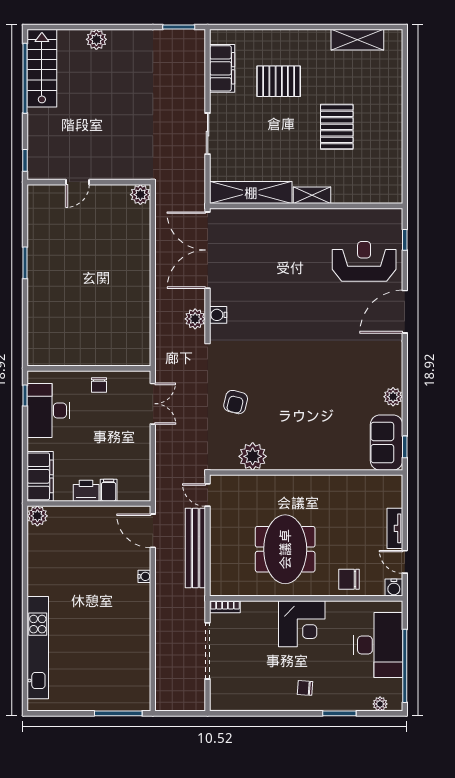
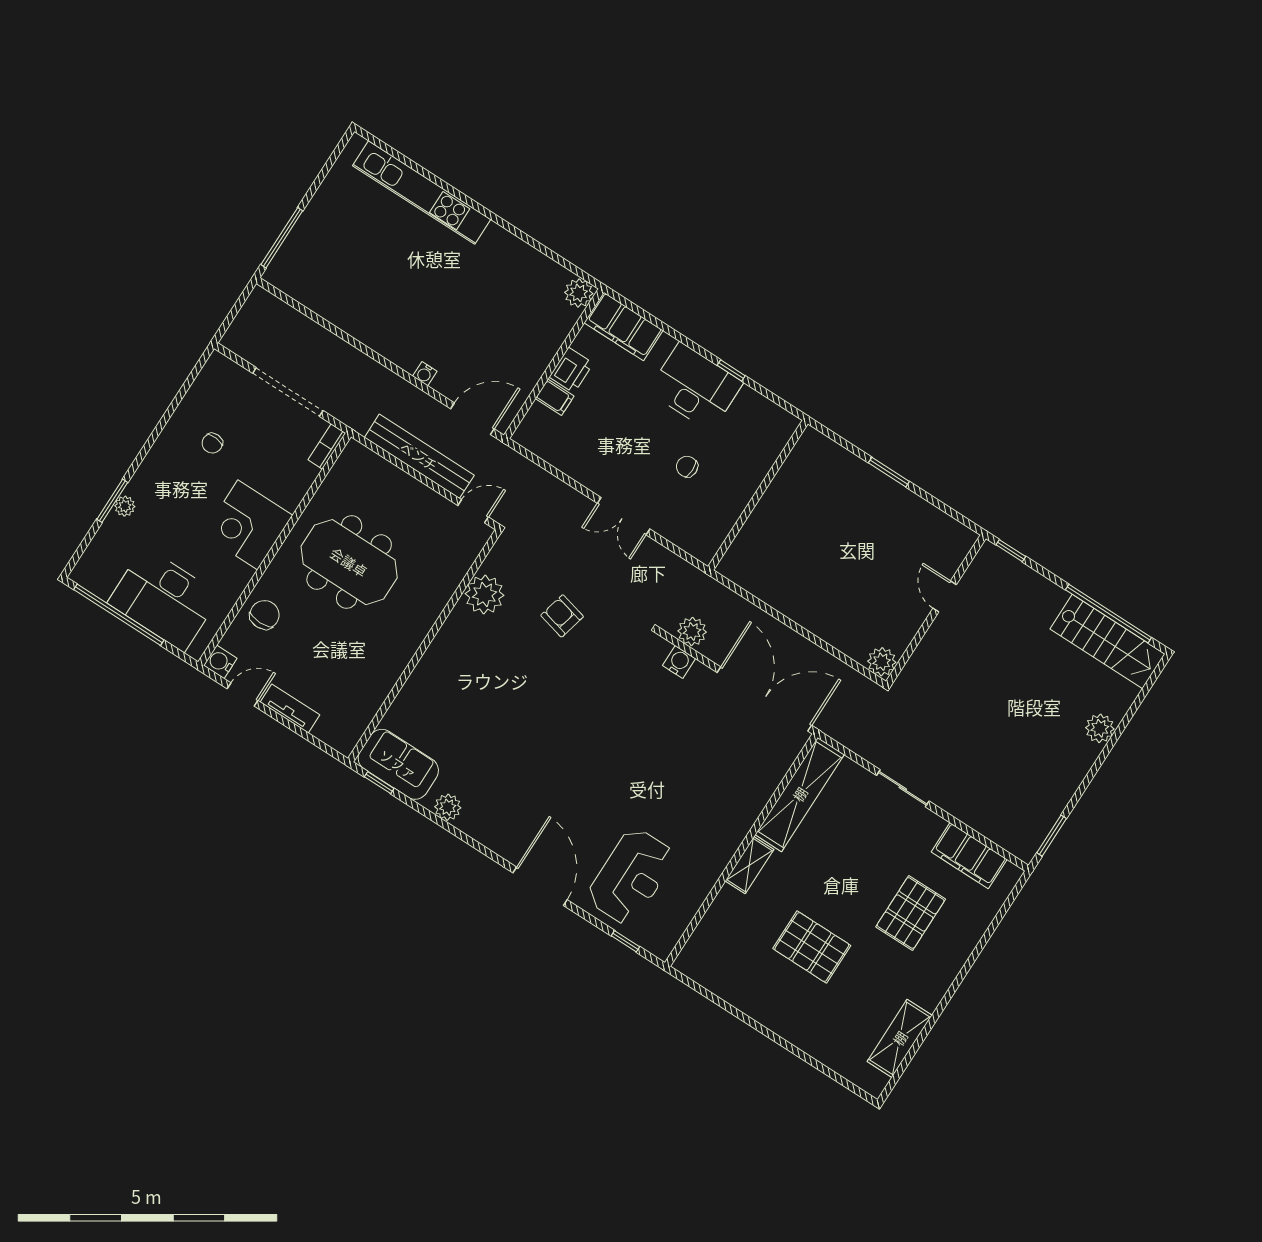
wall: (89, 368) -> (758, 495), moved
chair: (305, 688) -> (212, 443), moved, turned 180
plant: (380, 704) -> (125, 506), moved

